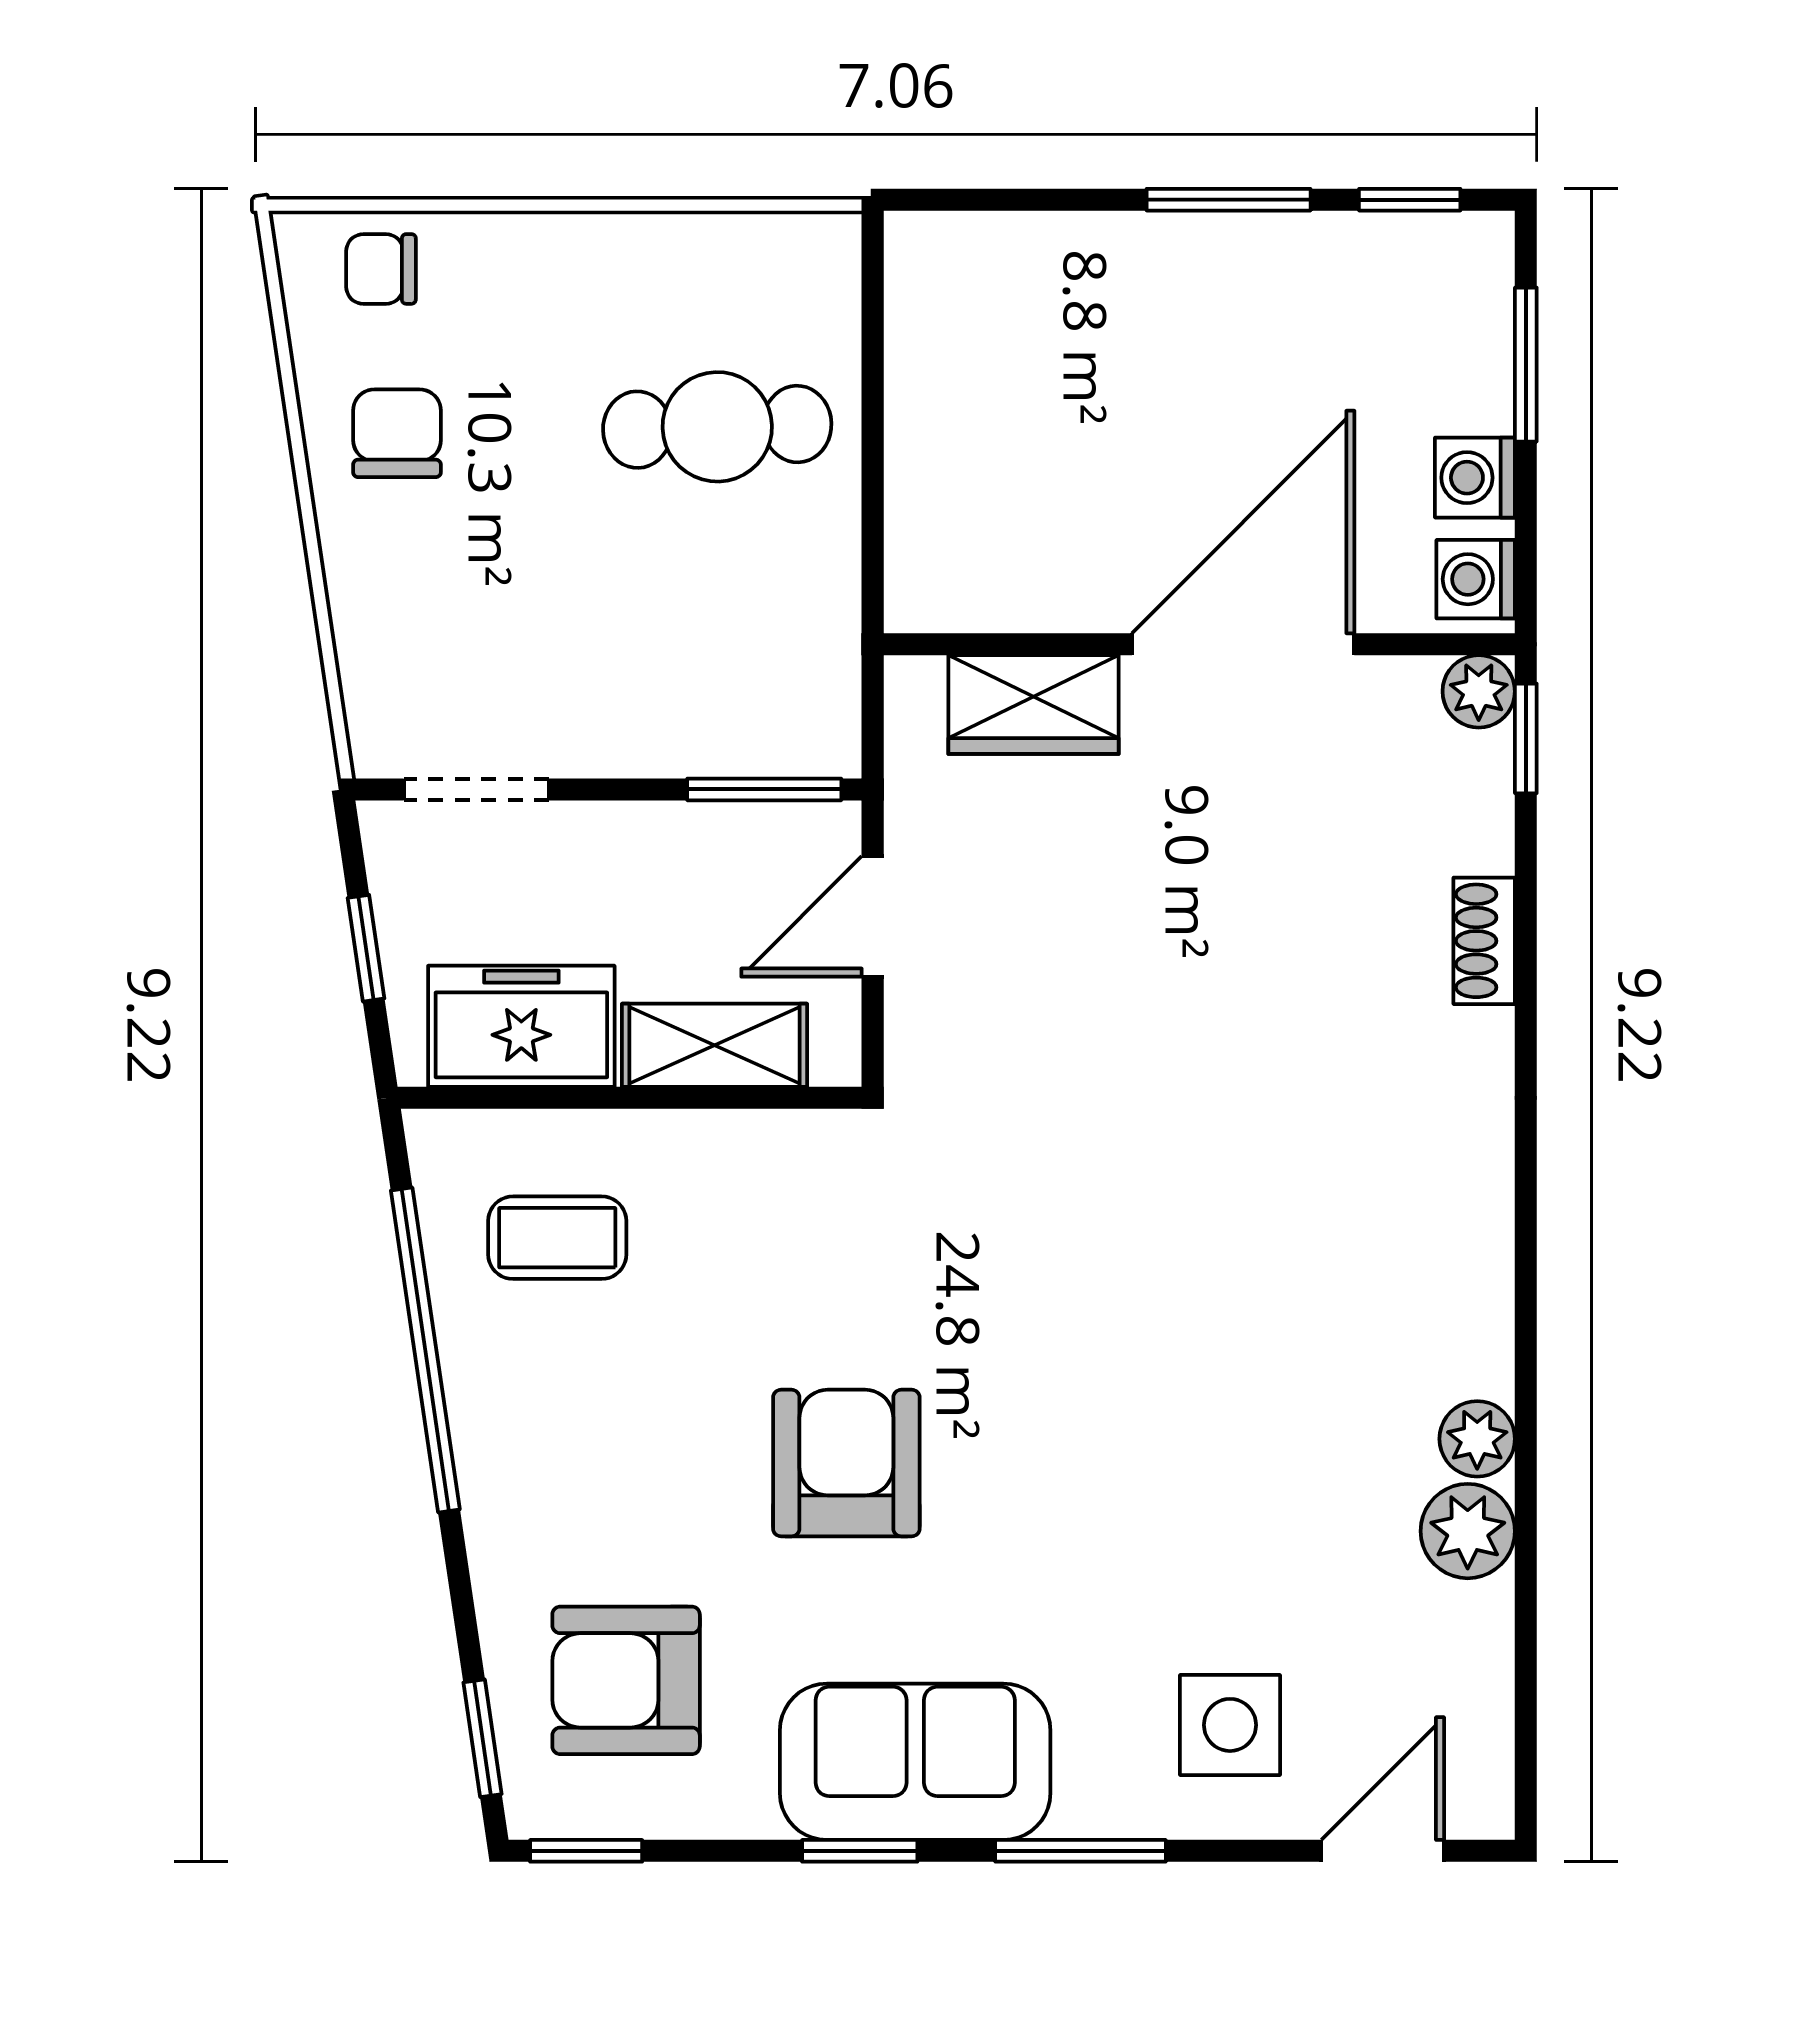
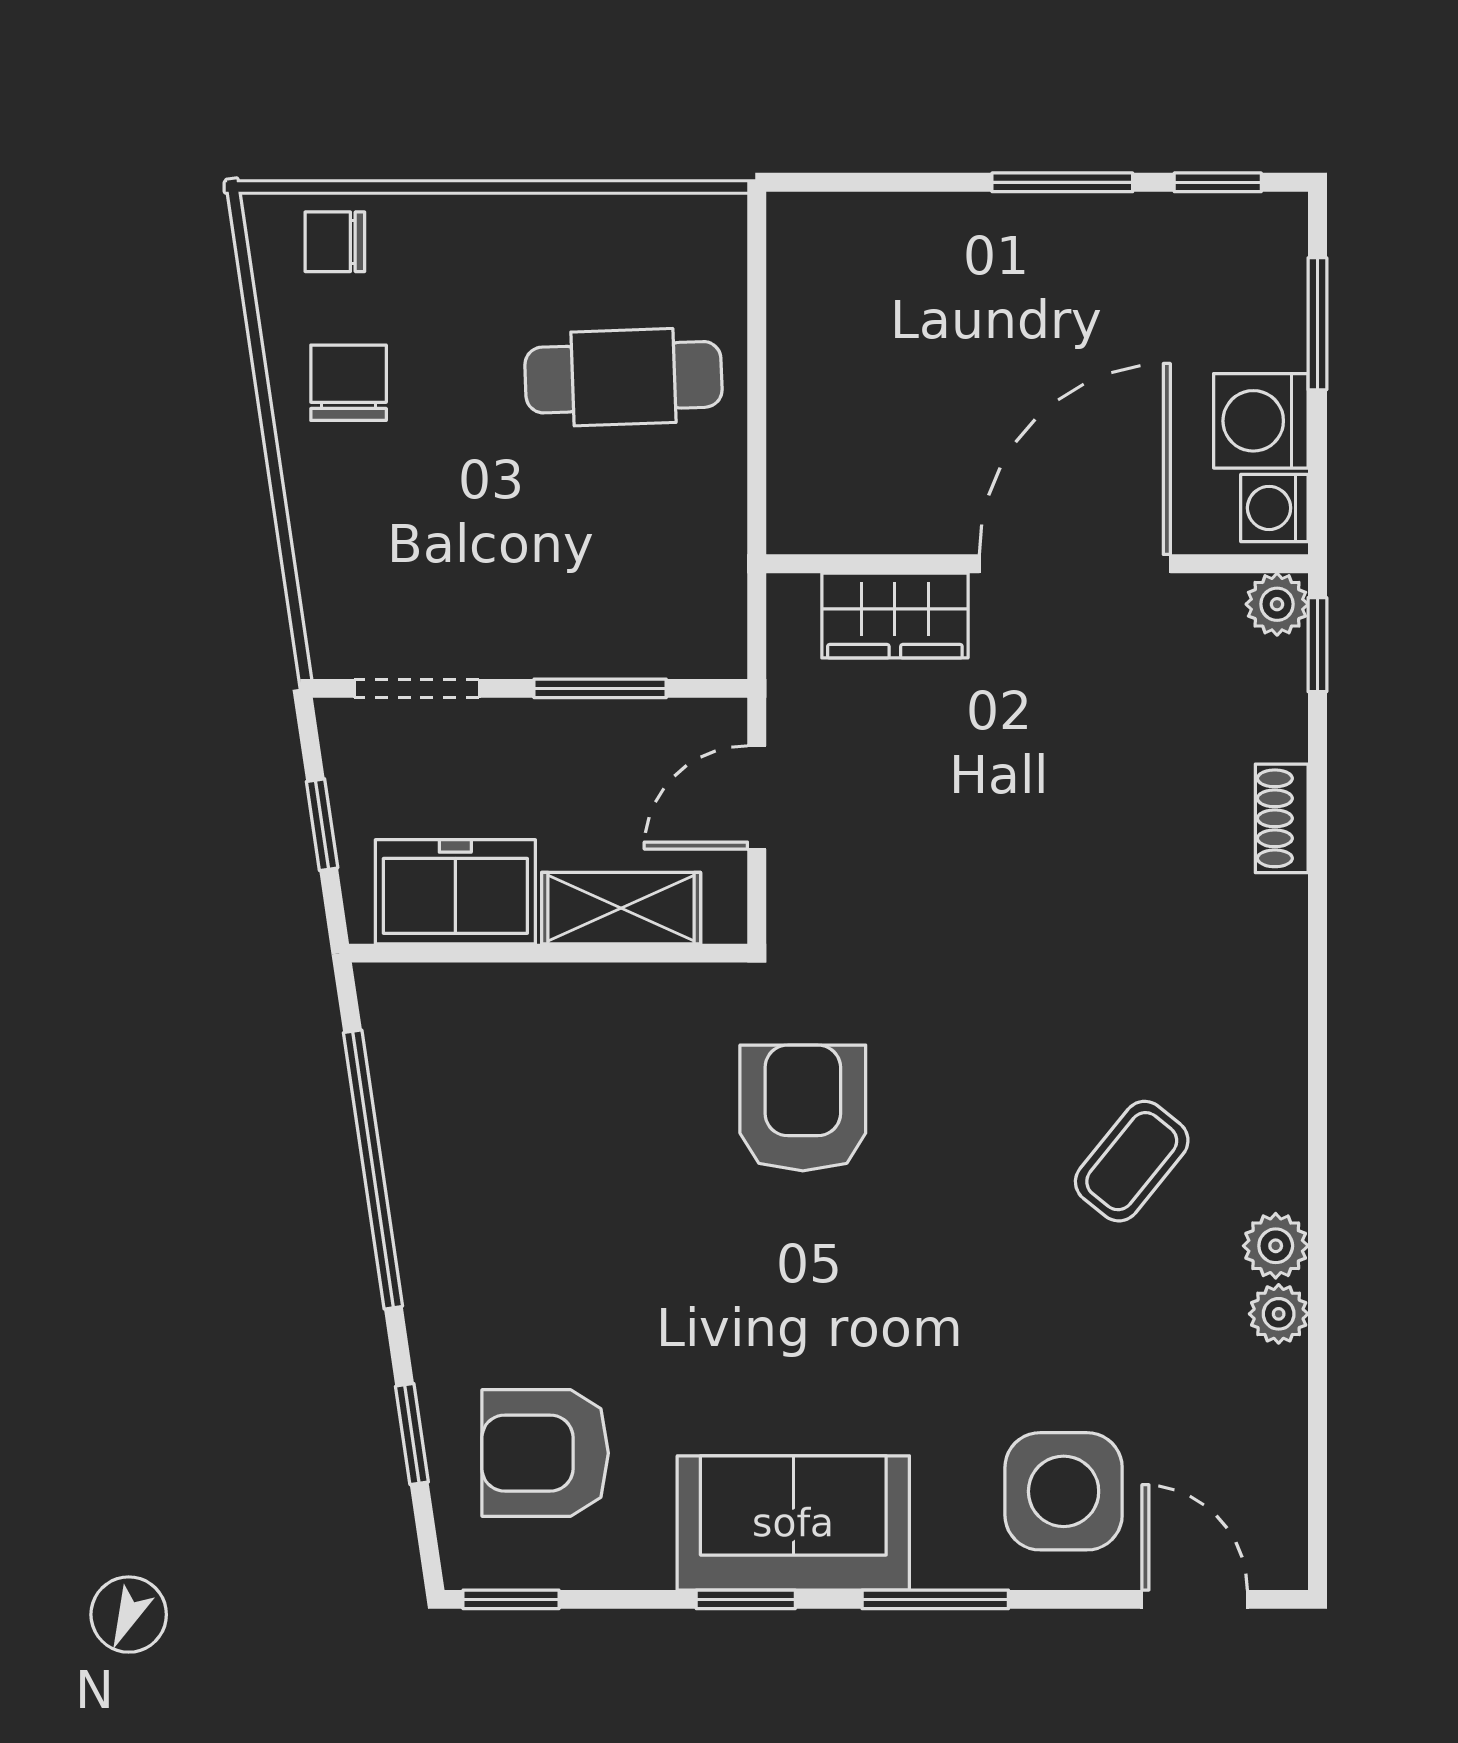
washing machine: (1475, 478) -> (1261, 421), width x1.38, depth x1.38
window: (764, 789) -> (600, 688), moved
coffee table: (557, 1238) -> (1132, 1161), moved, turned -51
armchair: (846, 1463) -> (803, 1108), moved
plant: (1468, 1531) -> (1279, 1314), width x0.73, depth x0.73
side table: (1230, 1725) -> (1064, 1491), width x1.37, depth x1.37
window: (483, 1738) -> (412, 1434), moved
door: (1383, 1851) -> (1195, 1599), hinge flipped

